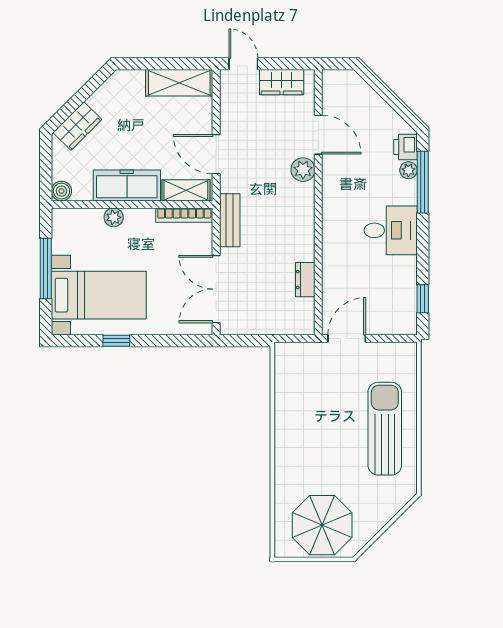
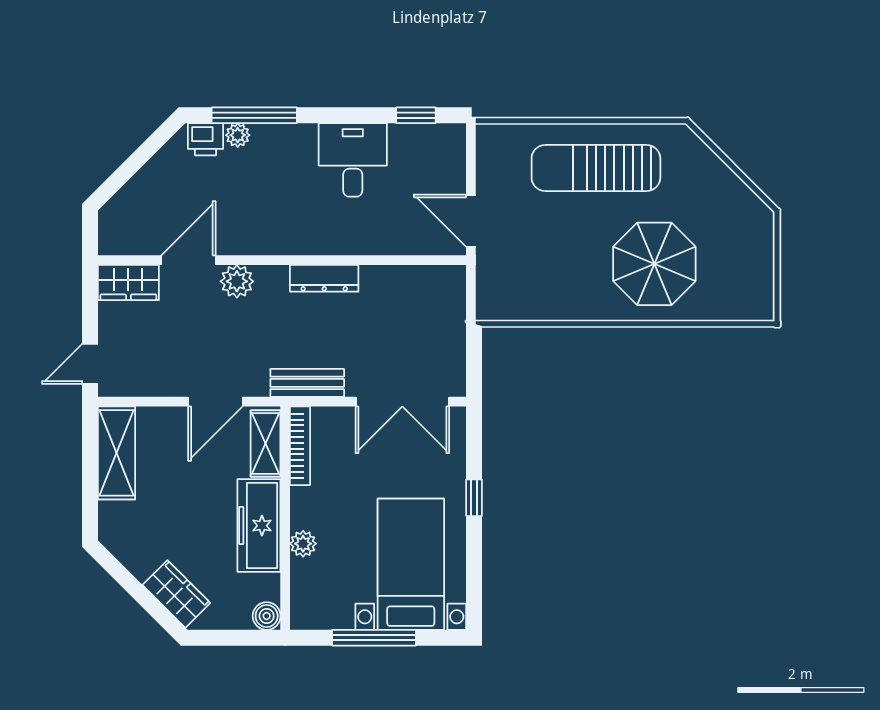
wardrobe: (282, 82) -> (128, 282), moved, turned 90
desk: (391, 230) -> (353, 160), moved
dresser: (305, 280) -> (324, 278), moved, width x1.44
window: (116, 341) -> (474, 498), moved
parasol: (322, 525) -> (654, 264), moved

